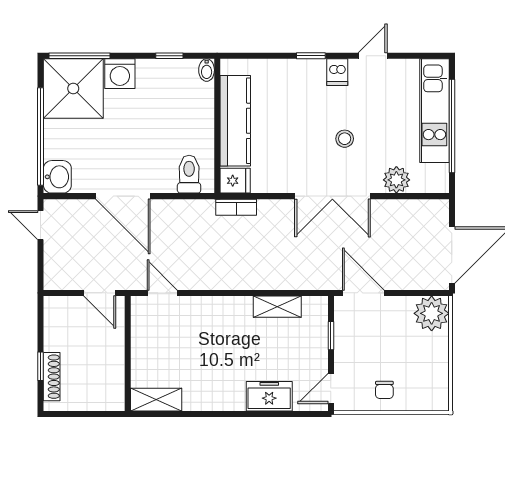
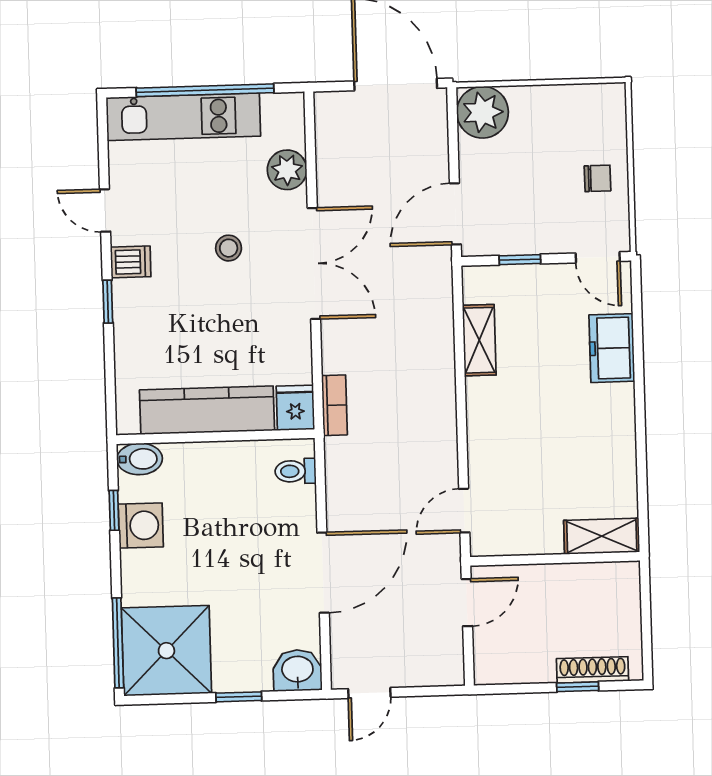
bidet: (207, 70) -> (140, 459), width x1.38, depth x1.36
washing machine: (120, 74) -> (141, 525), moved
window: (41, 137) -> (239, 697), width x0.32
toilet: (189, 174) -> (295, 471), width x0.73, depth x0.72
shelving: (156, 400) -> (602, 536), moved, turned 90

